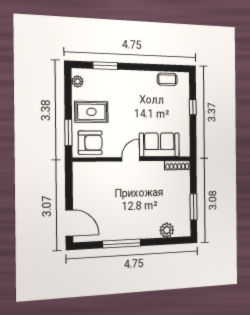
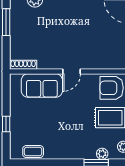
plant: (99, 75) -> (102, 154), added

